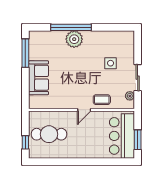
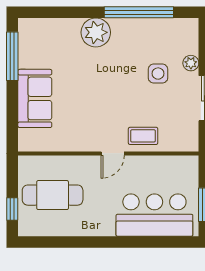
window: (71, 27) -> (139, 12), moved
plant: (130, 96) -> (191, 63), moved
bar counter: (122, 136) -> (154, 215), moved, turned 90

